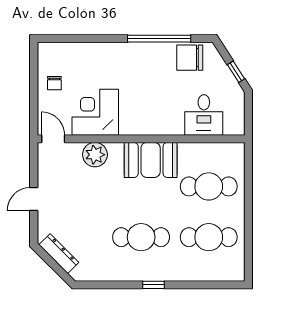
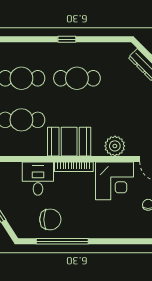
chair: (190, 58) -> (50, 219), moved
desk: (204, 115) -> (38, 179), moved
bookcase: (145, 129) -> (74, 167), added

